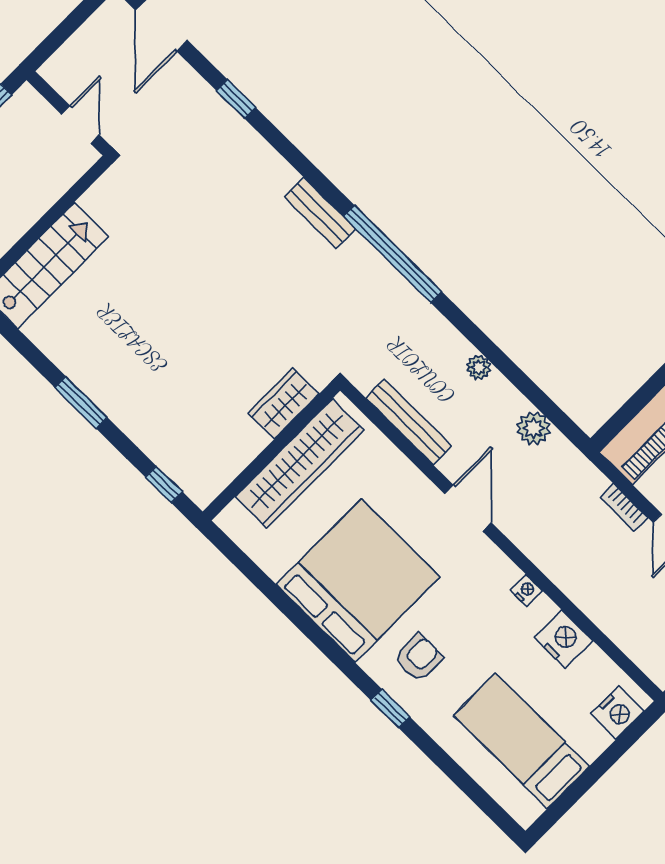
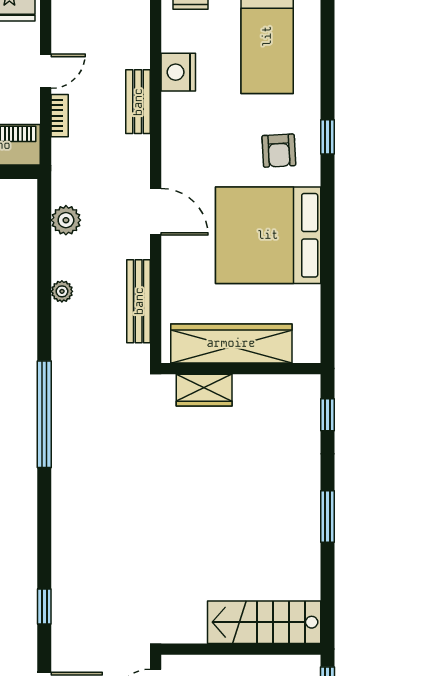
bench: (320, 213) -> (138, 102), moved
door: (468, 508) -> (156, 212), swing flipped
nightstand: (526, 590) -> (171, 125), removed
armchair: (418, 658) -> (279, 151), turned -93

